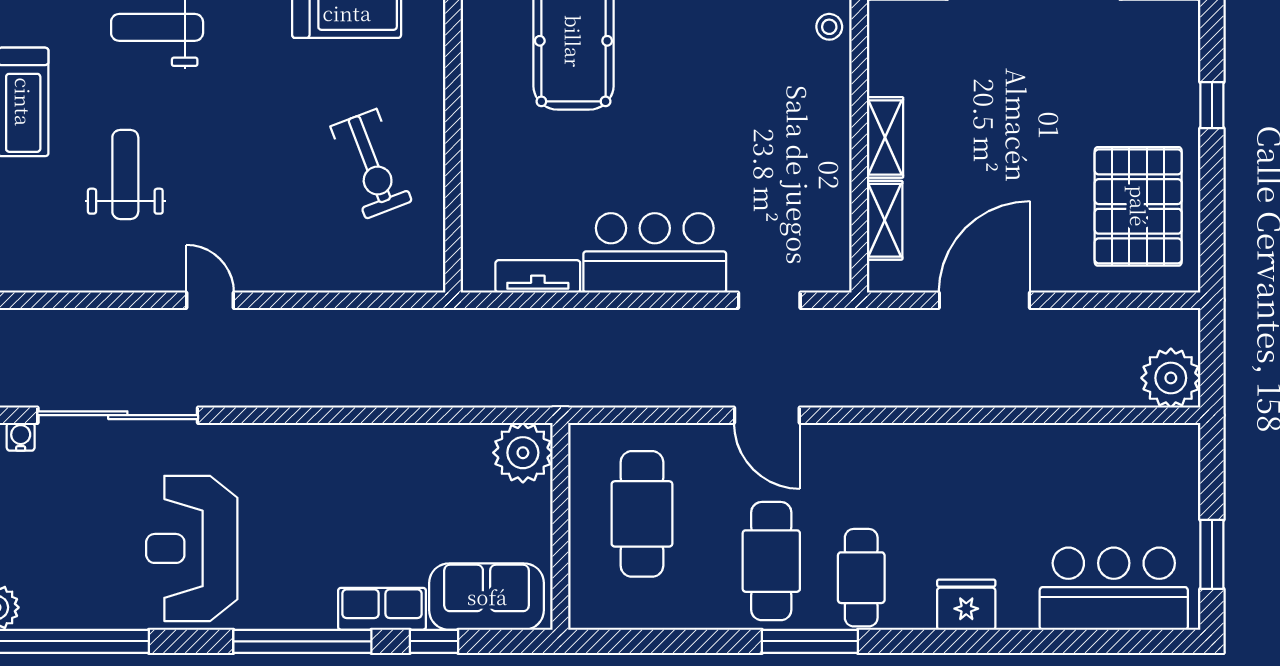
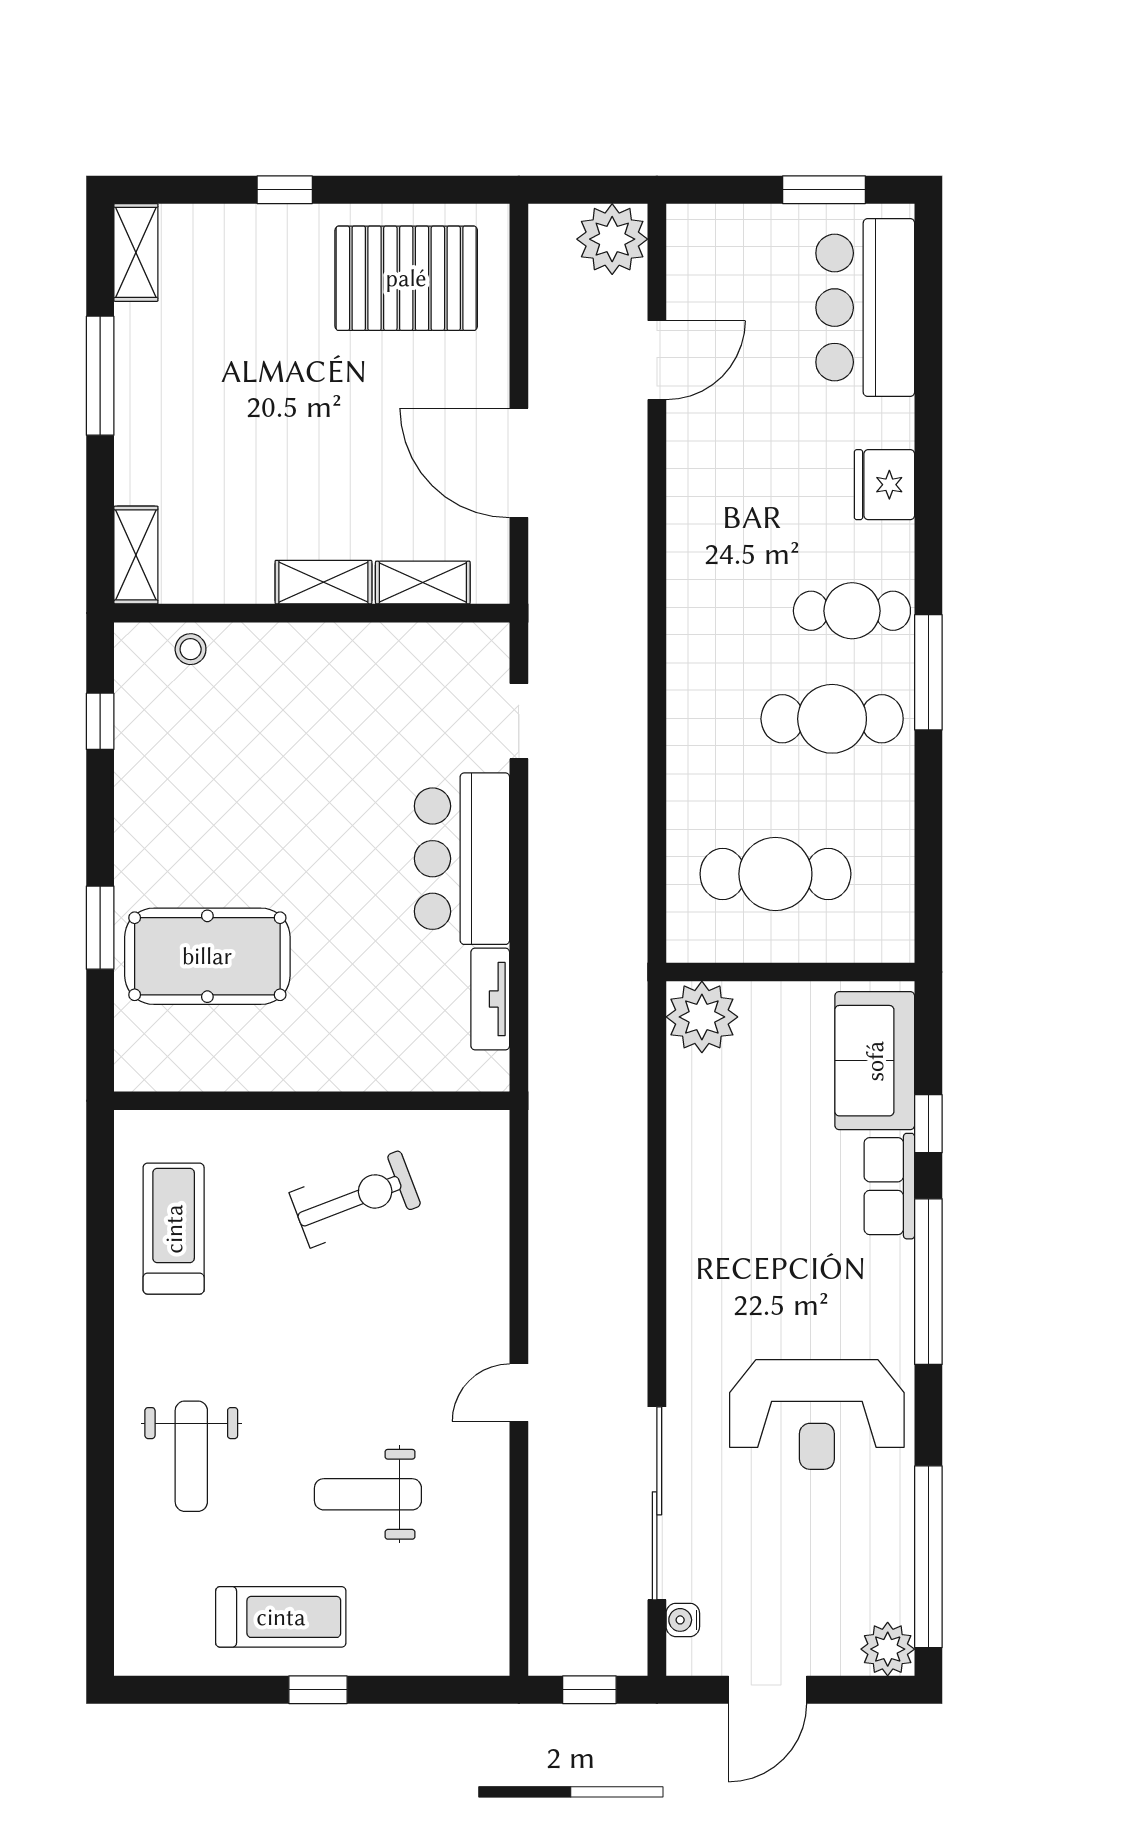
door: (767, 415) -> (657, 360), moved

